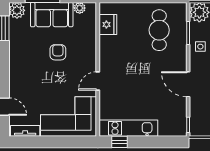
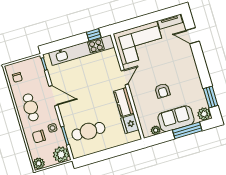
cafe table: (159, 30) -> (88, 131), turned 90
kitchen counter: (107, 52) -> (124, 102), added
kitchen unit: (128, 128) -> (82, 50), width x1.36

